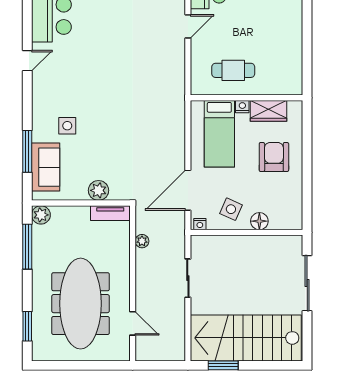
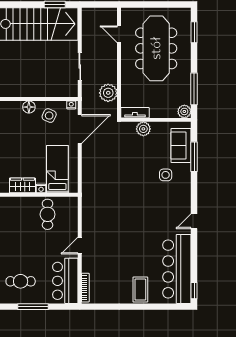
cafe table: (233, 70) -> (48, 214), turned 90
armchair: (274, 157) -> (19, 153), removed
plant: (142, 241) -> (108, 93), width x1.87, depth x1.87

